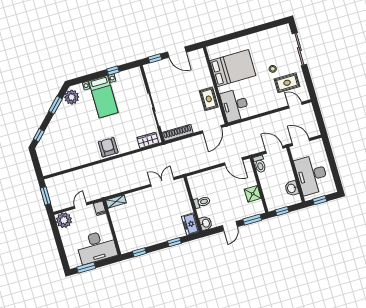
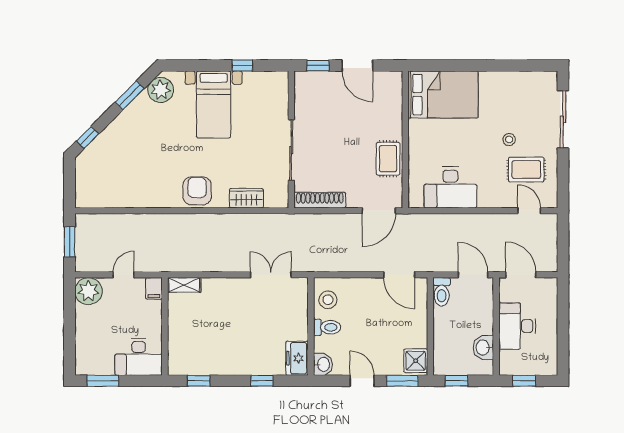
bed: (233, 68) -> (443, 94), moved
desk: (235, 105) -> (450, 187), moved, turned -90
wardrobe: (148, 140) -> (246, 198), moved
desk: (312, 175) -> (517, 326), width x0.73, depth x0.77
stool: (198, 187) -> (328, 300), added
shower: (253, 194) -> (416, 361), moved
door: (230, 226) -> (362, 381), swing flipped
desk: (97, 247) -> (139, 357), width x0.73, depth x0.77

